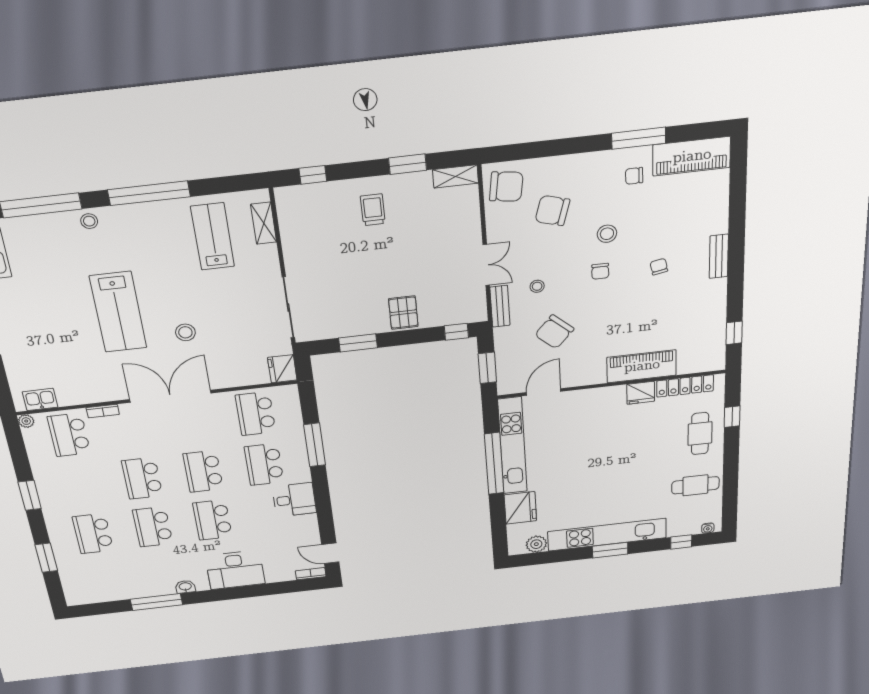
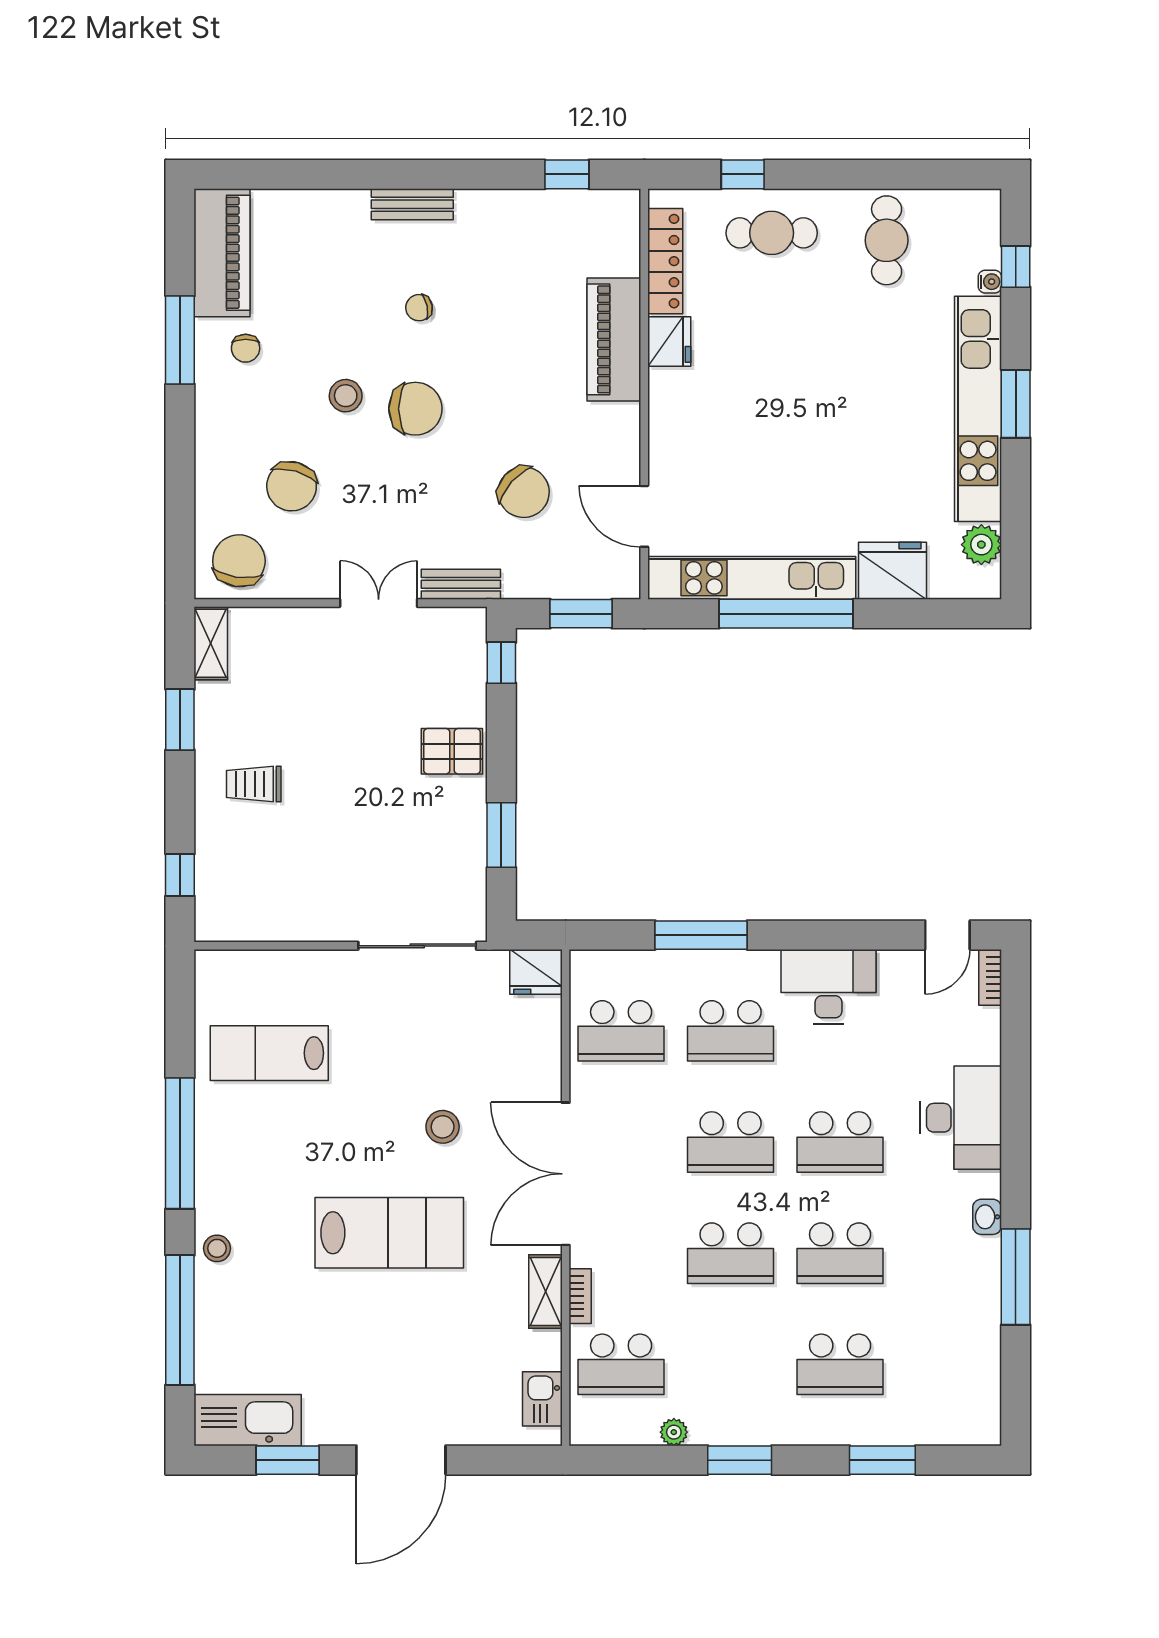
shelving: (264, 223) -> (546, 1292), moved, turned 90
chair: (600, 271) -> (415, 409), width x1.87, depth x1.87
stool: (537, 286) -> (430, 518), removed
plant: (26, 421) -> (674, 1432), moved
desk: (294, 500) -> (829, 987), width x1.37
water cooler: (708, 528) -> (990, 282), moved

